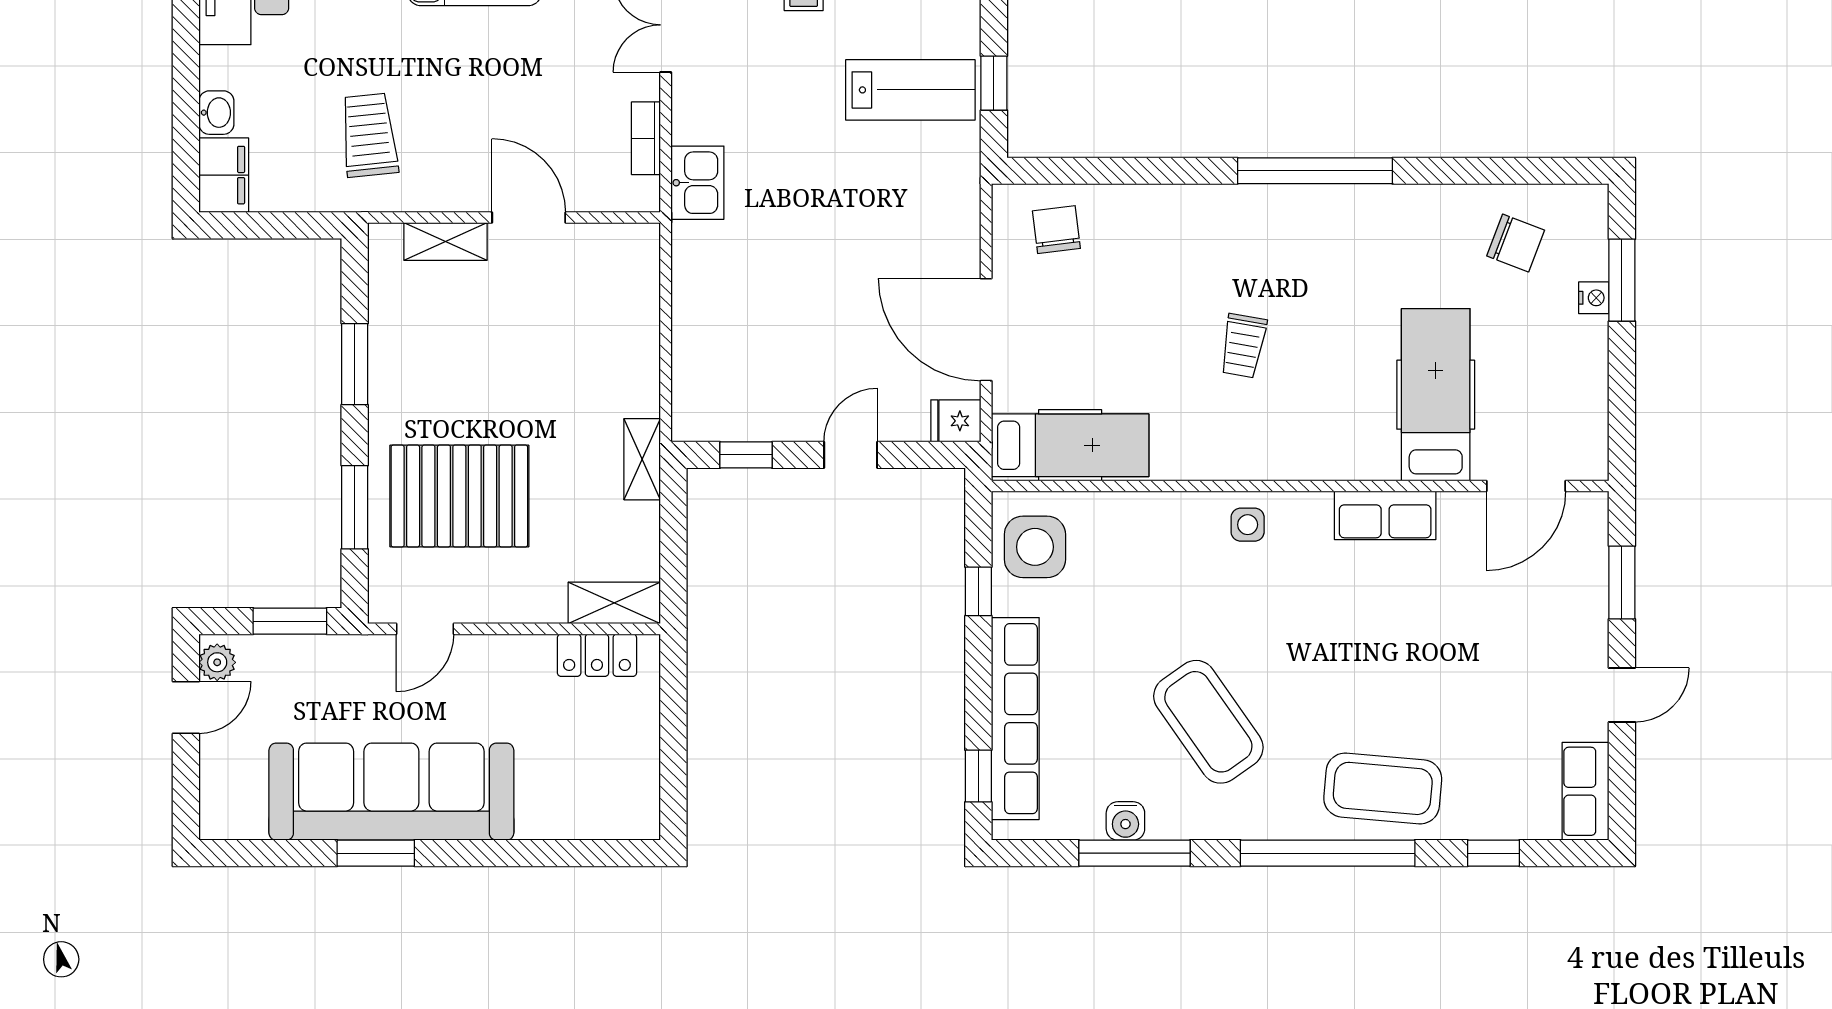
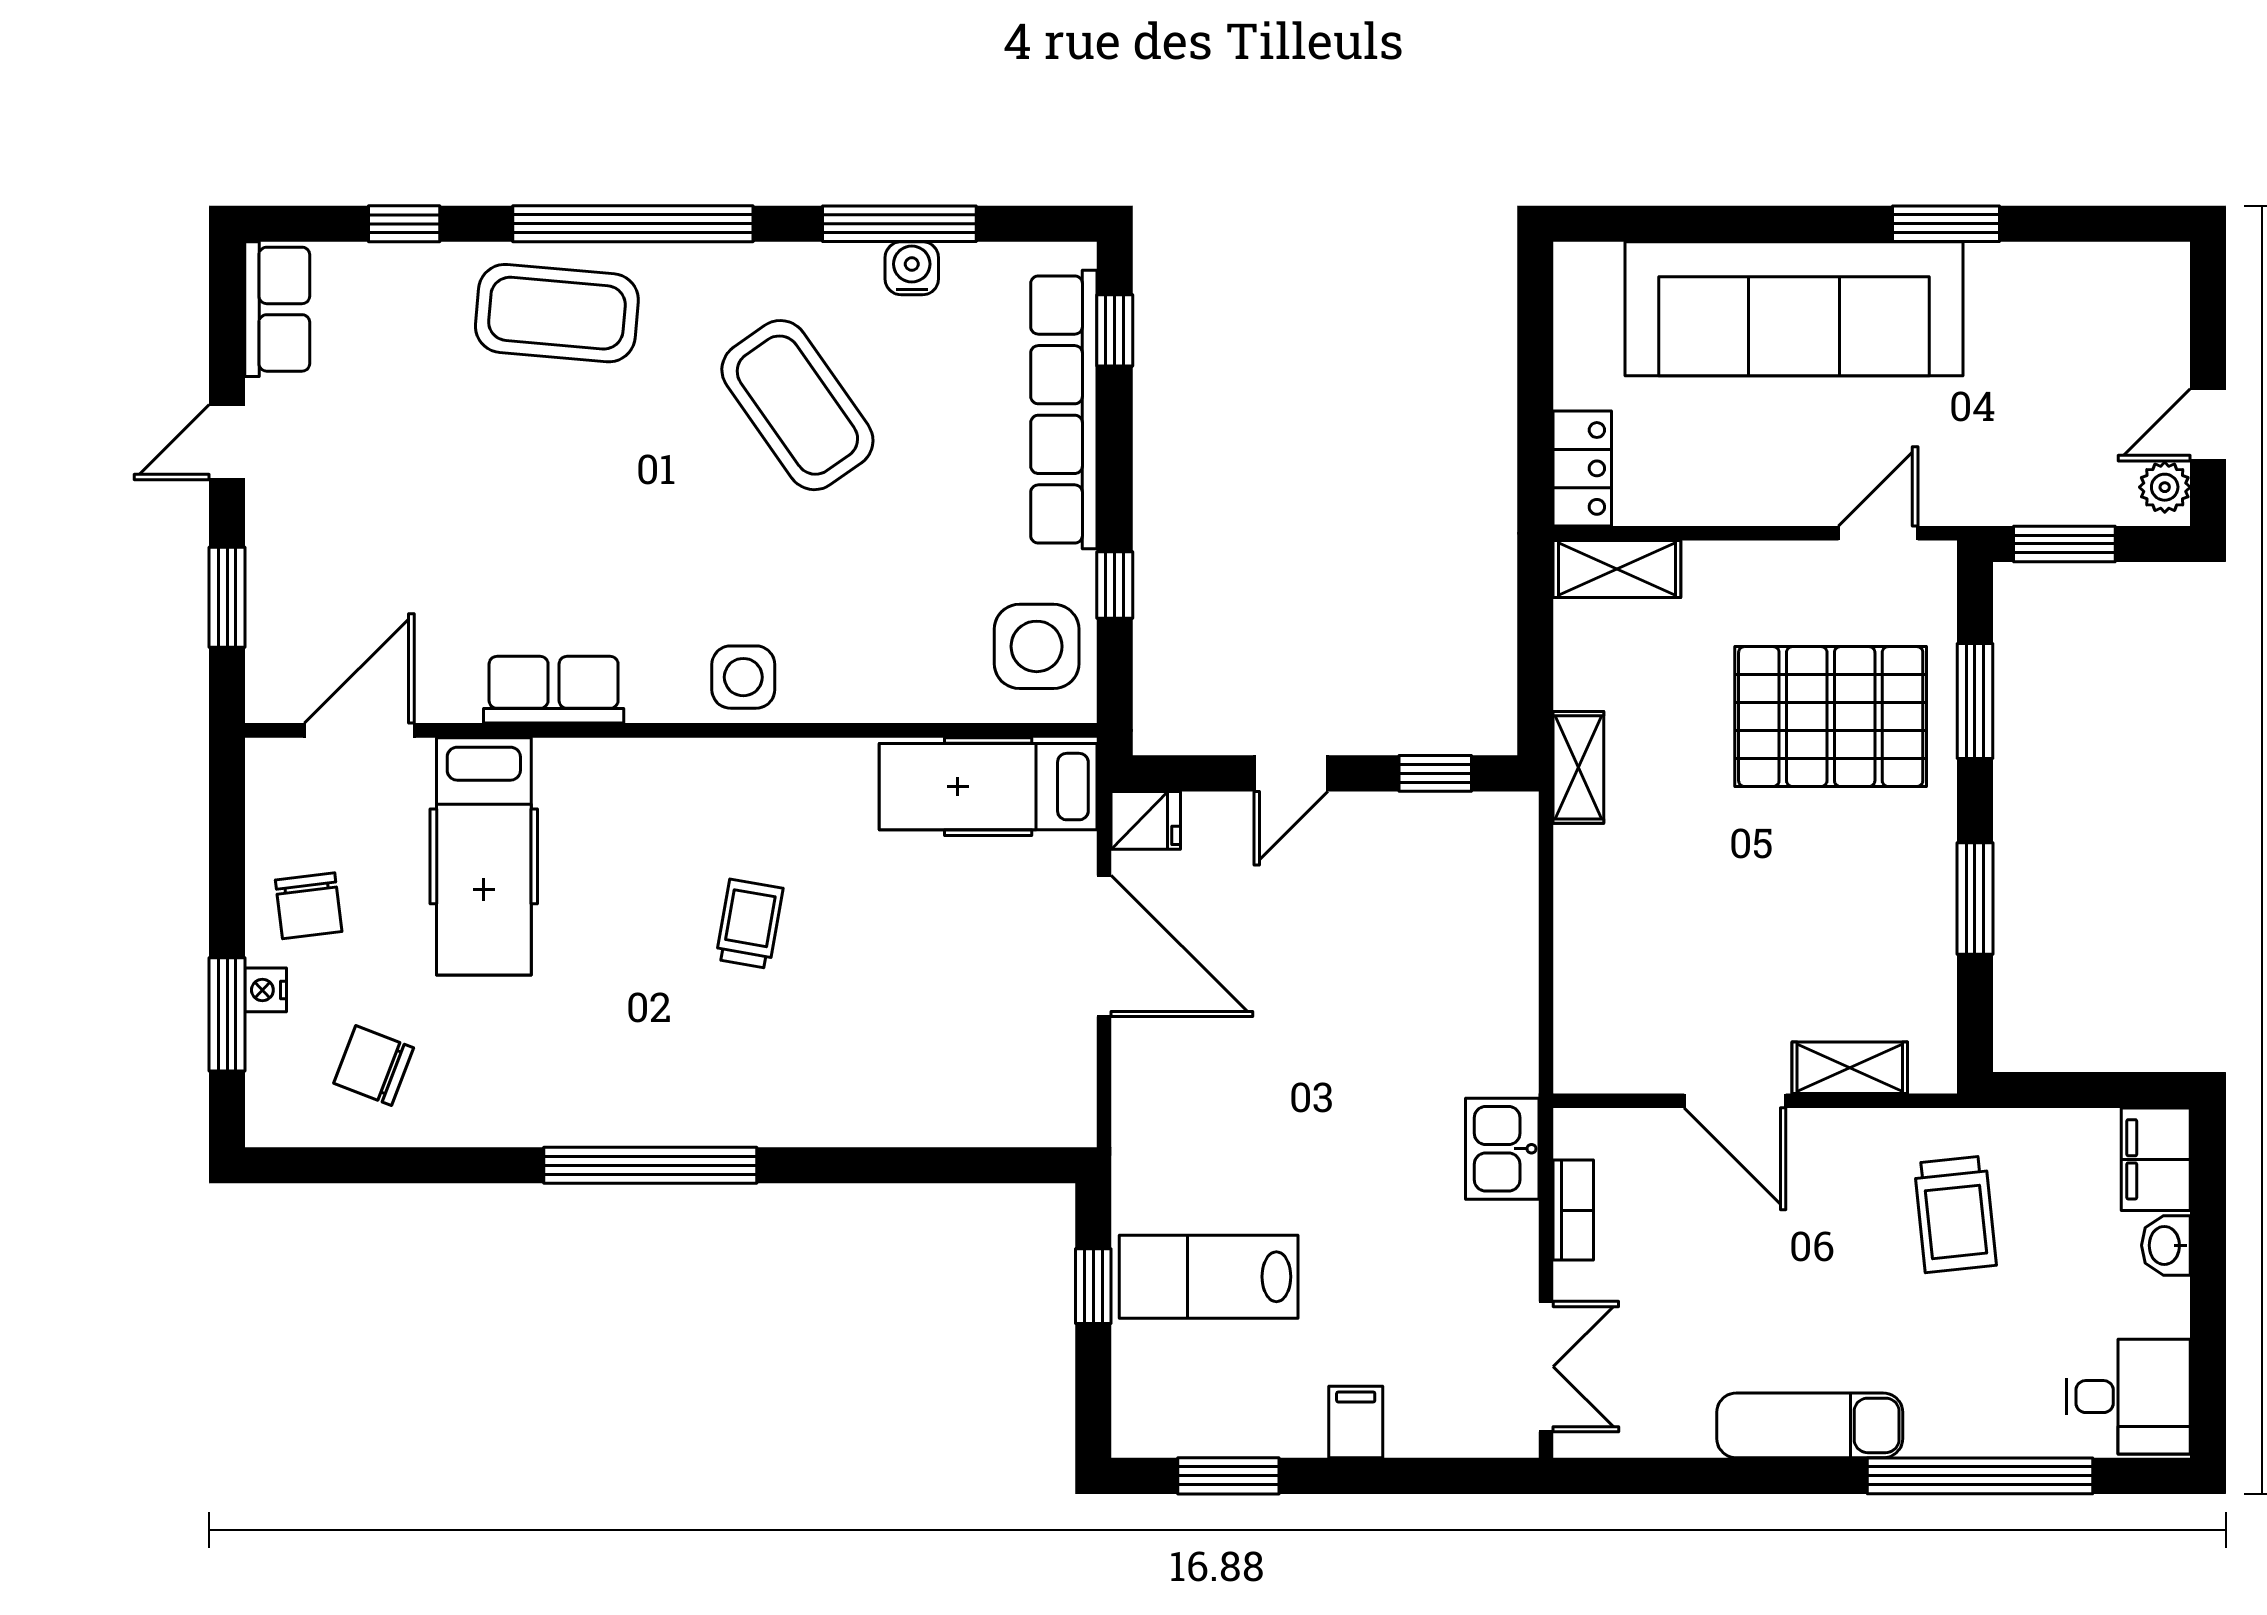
chair: (1056, 230) -> (309, 906), moved
side table: (1248, 525) -> (743, 677), width x1.37, depth x1.37
locker: (597, 655) -> (1582, 468), moved, turned 90
sofa: (391, 792) -> (1794, 309), moved

